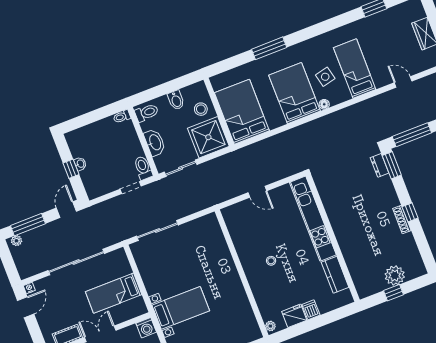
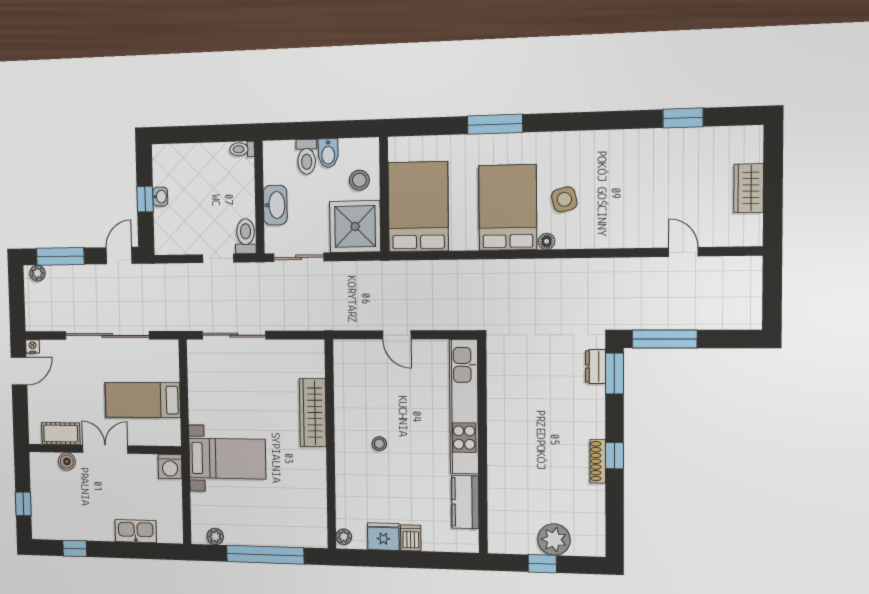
bed: (355, 69) -> (615, 203), removed
toilet: (147, 113) -> (307, 157), moved, turned 90
wardrobe: (224, 258) -> (313, 413), added

